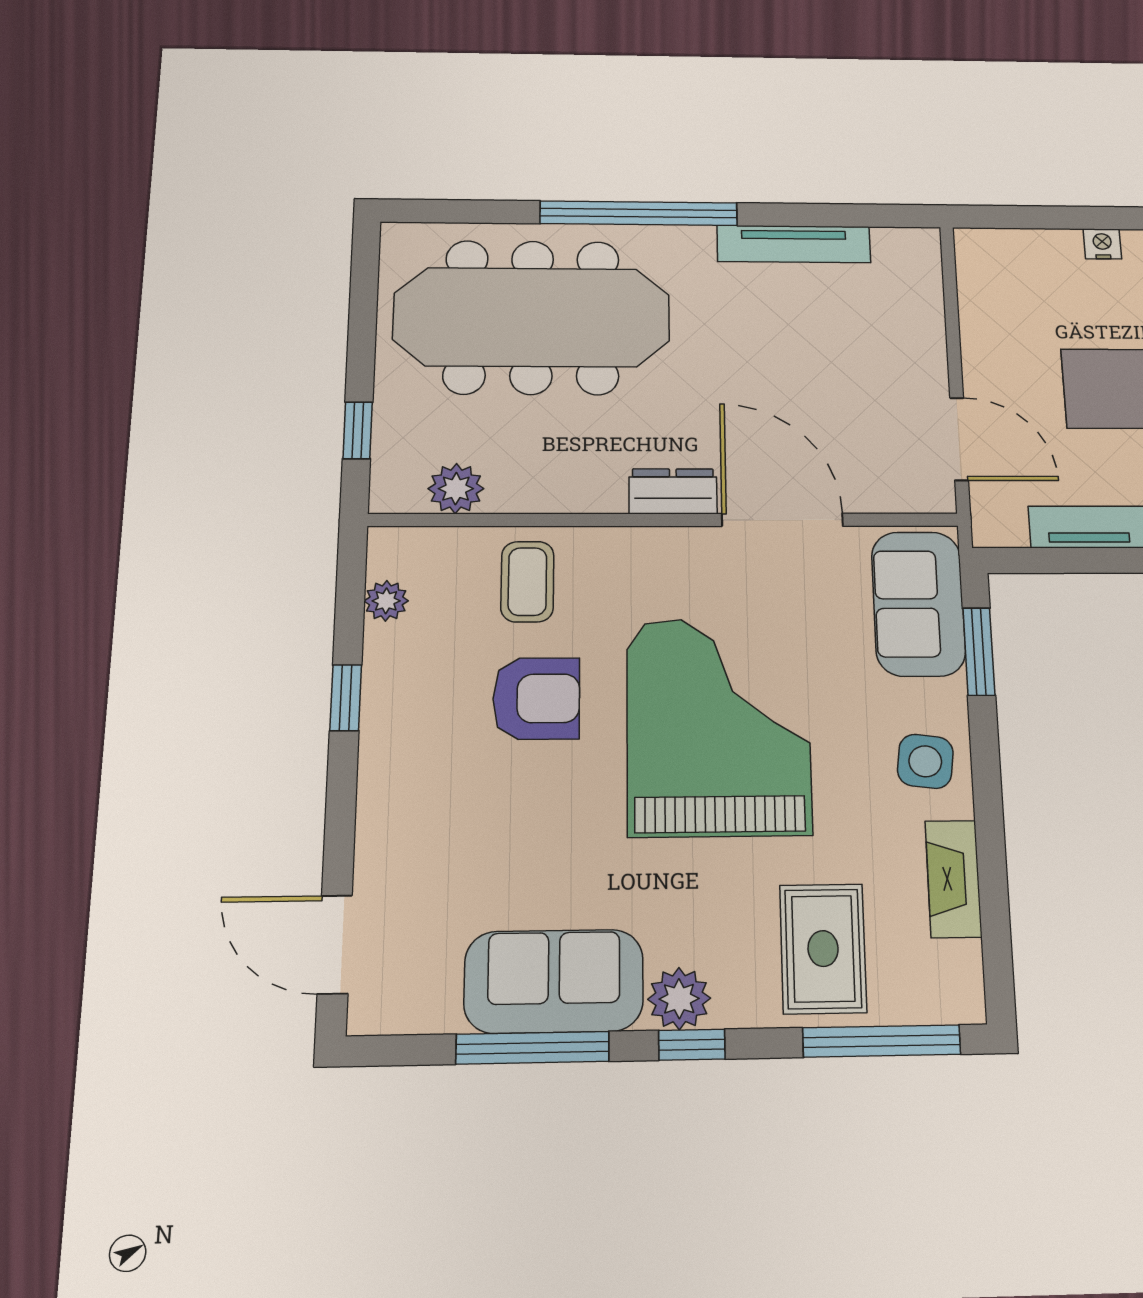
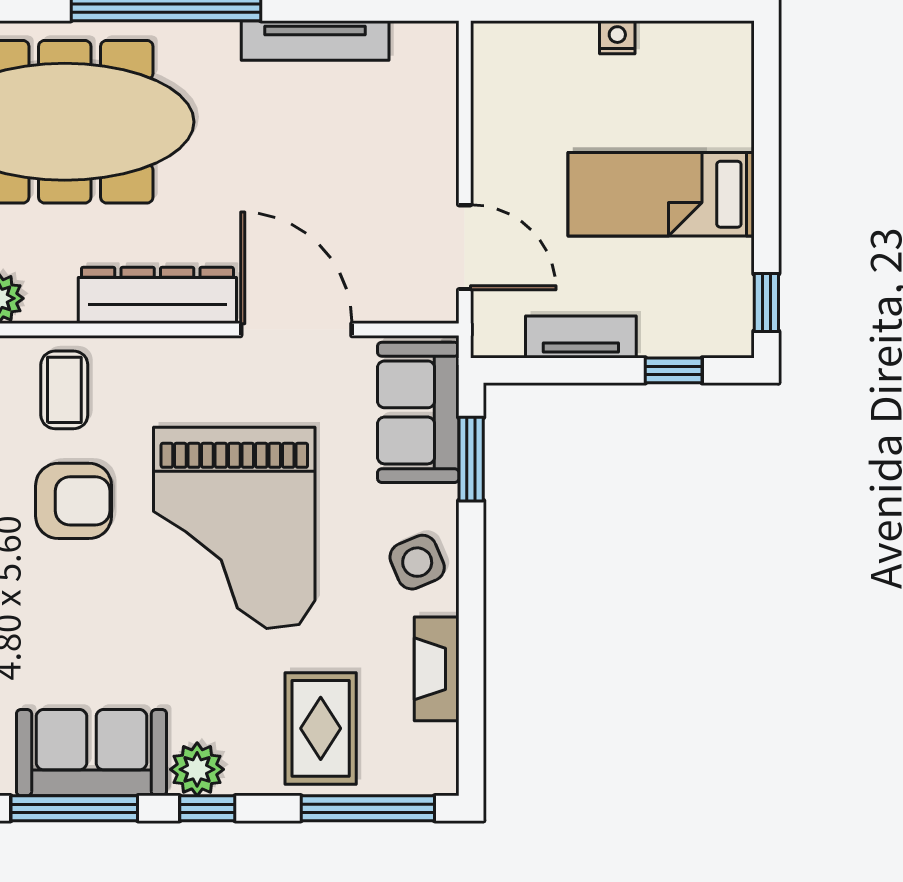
dresser: (673, 491) -> (157, 295), width x1.96, depth x1.24
grand piano: (719, 726) -> (234, 528), turned 180
side table: (925, 761) -> (417, 562), turned -30

